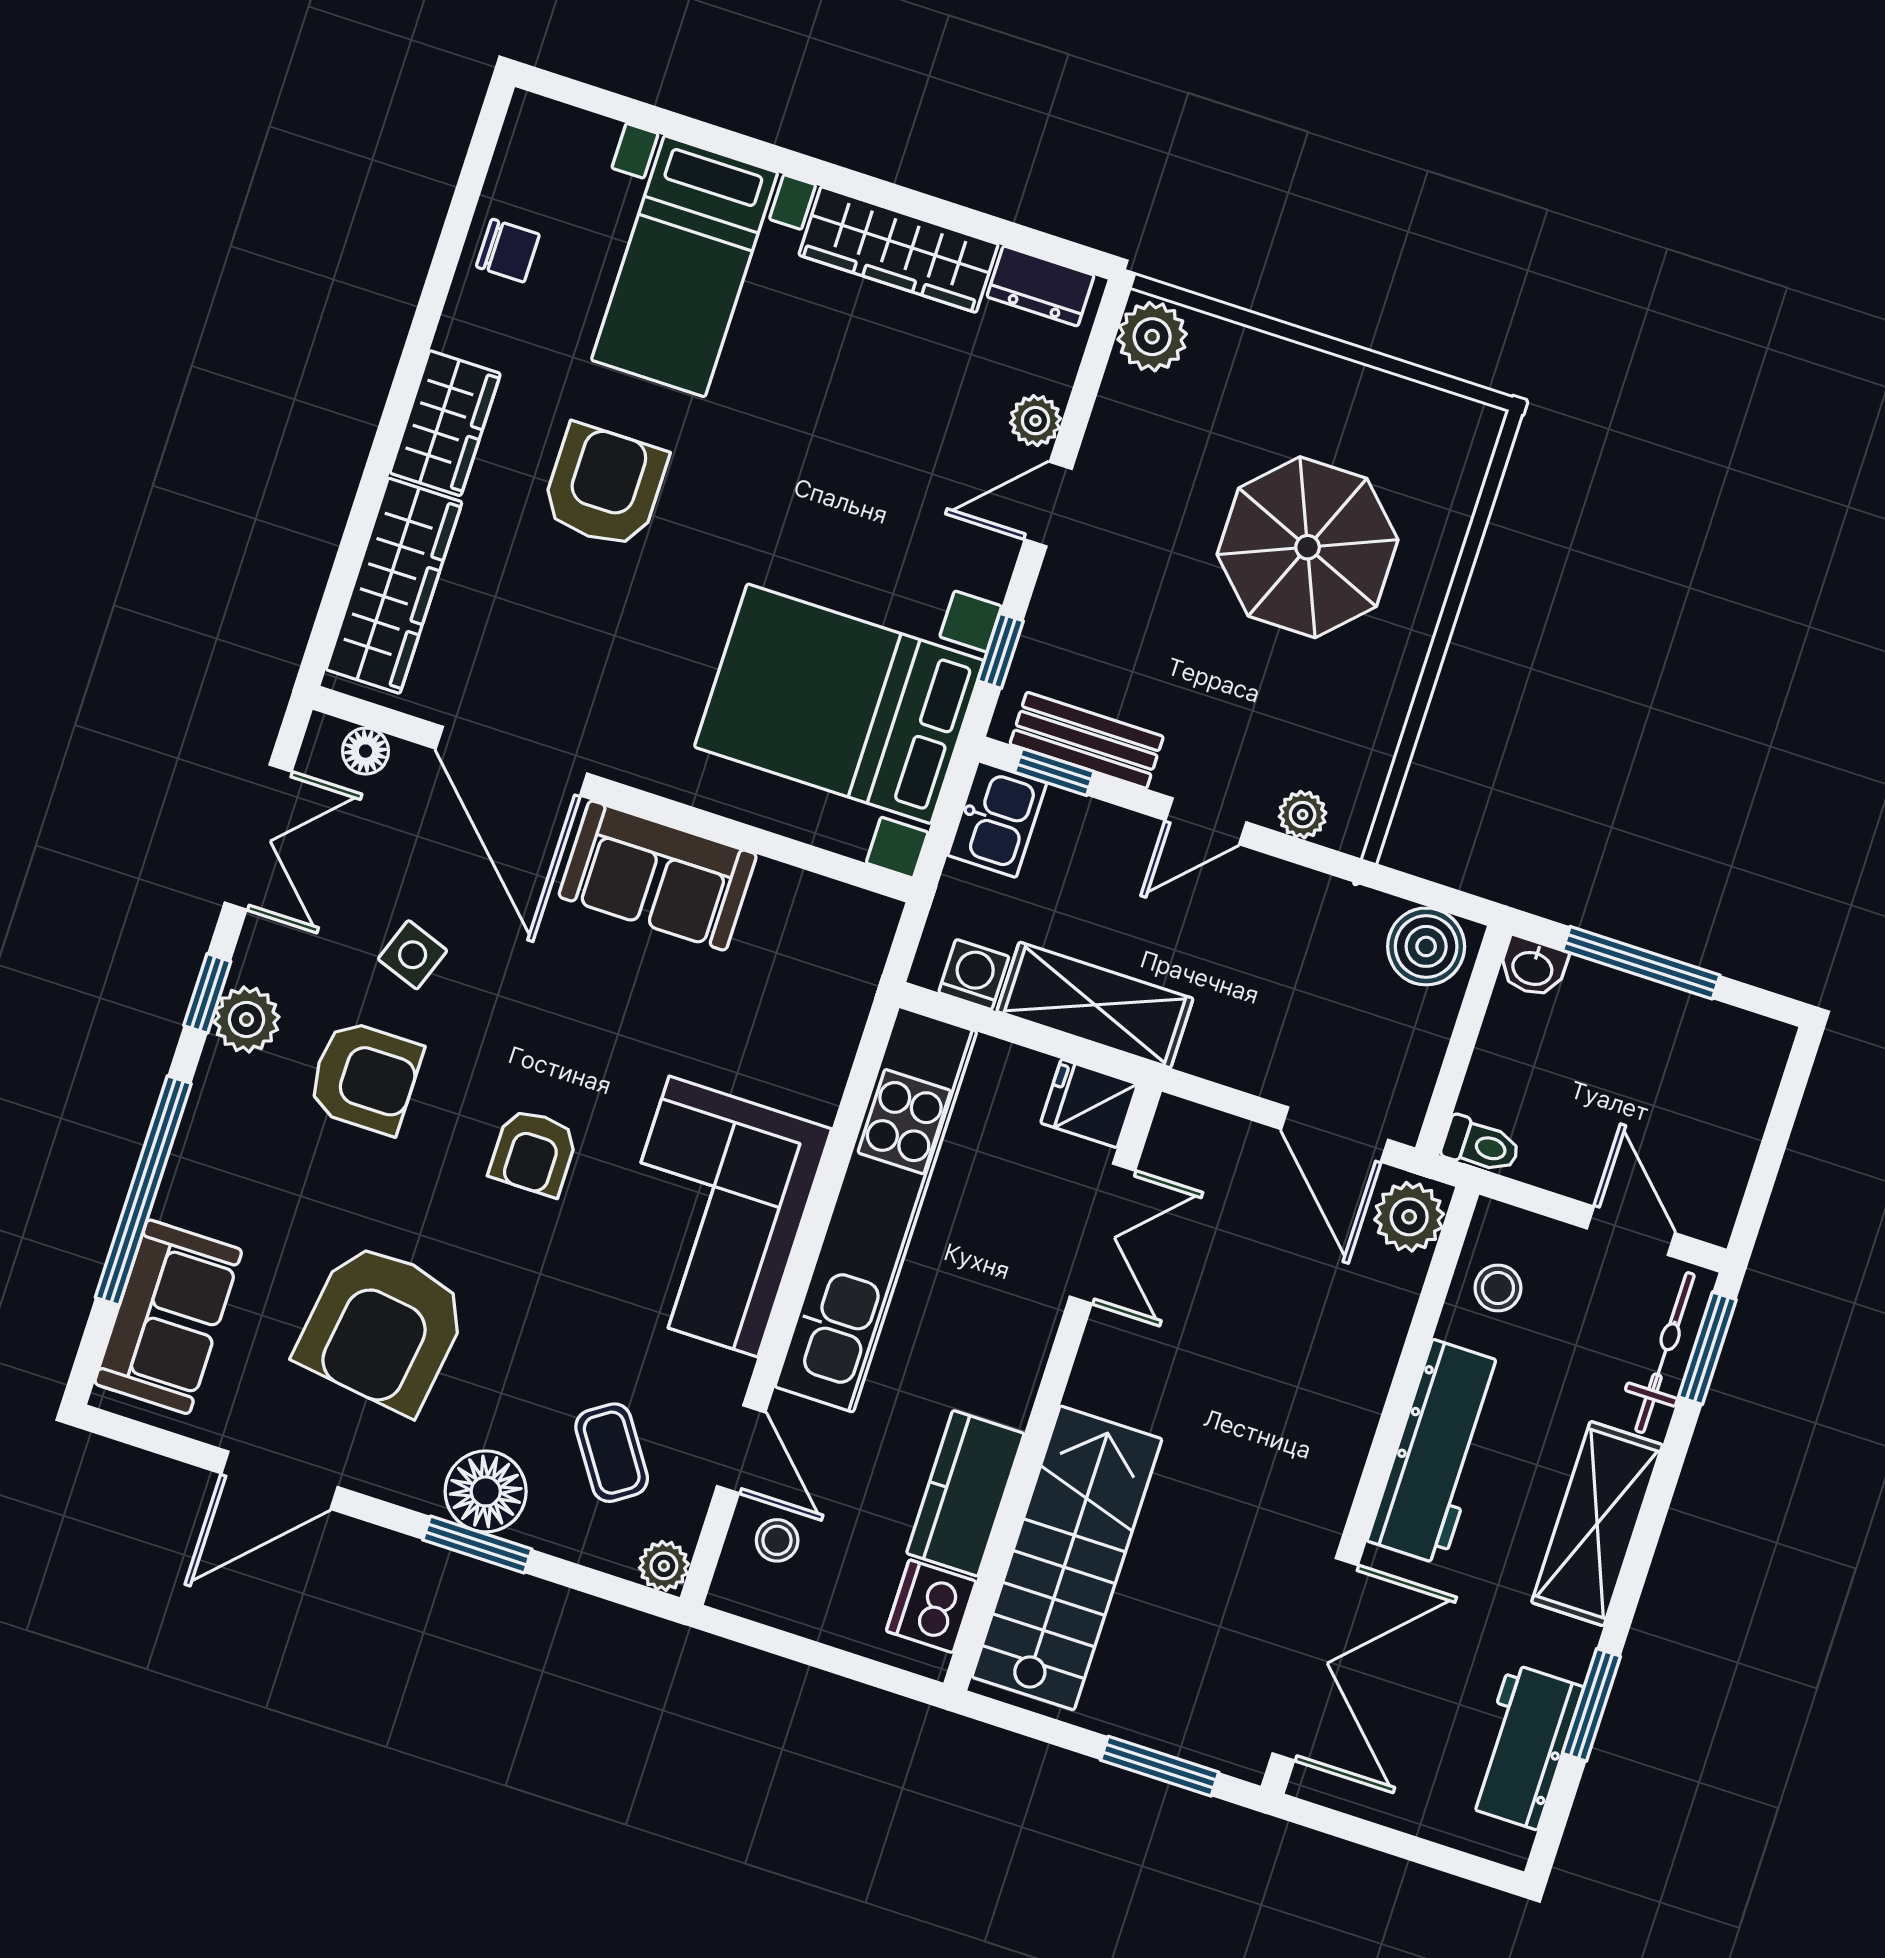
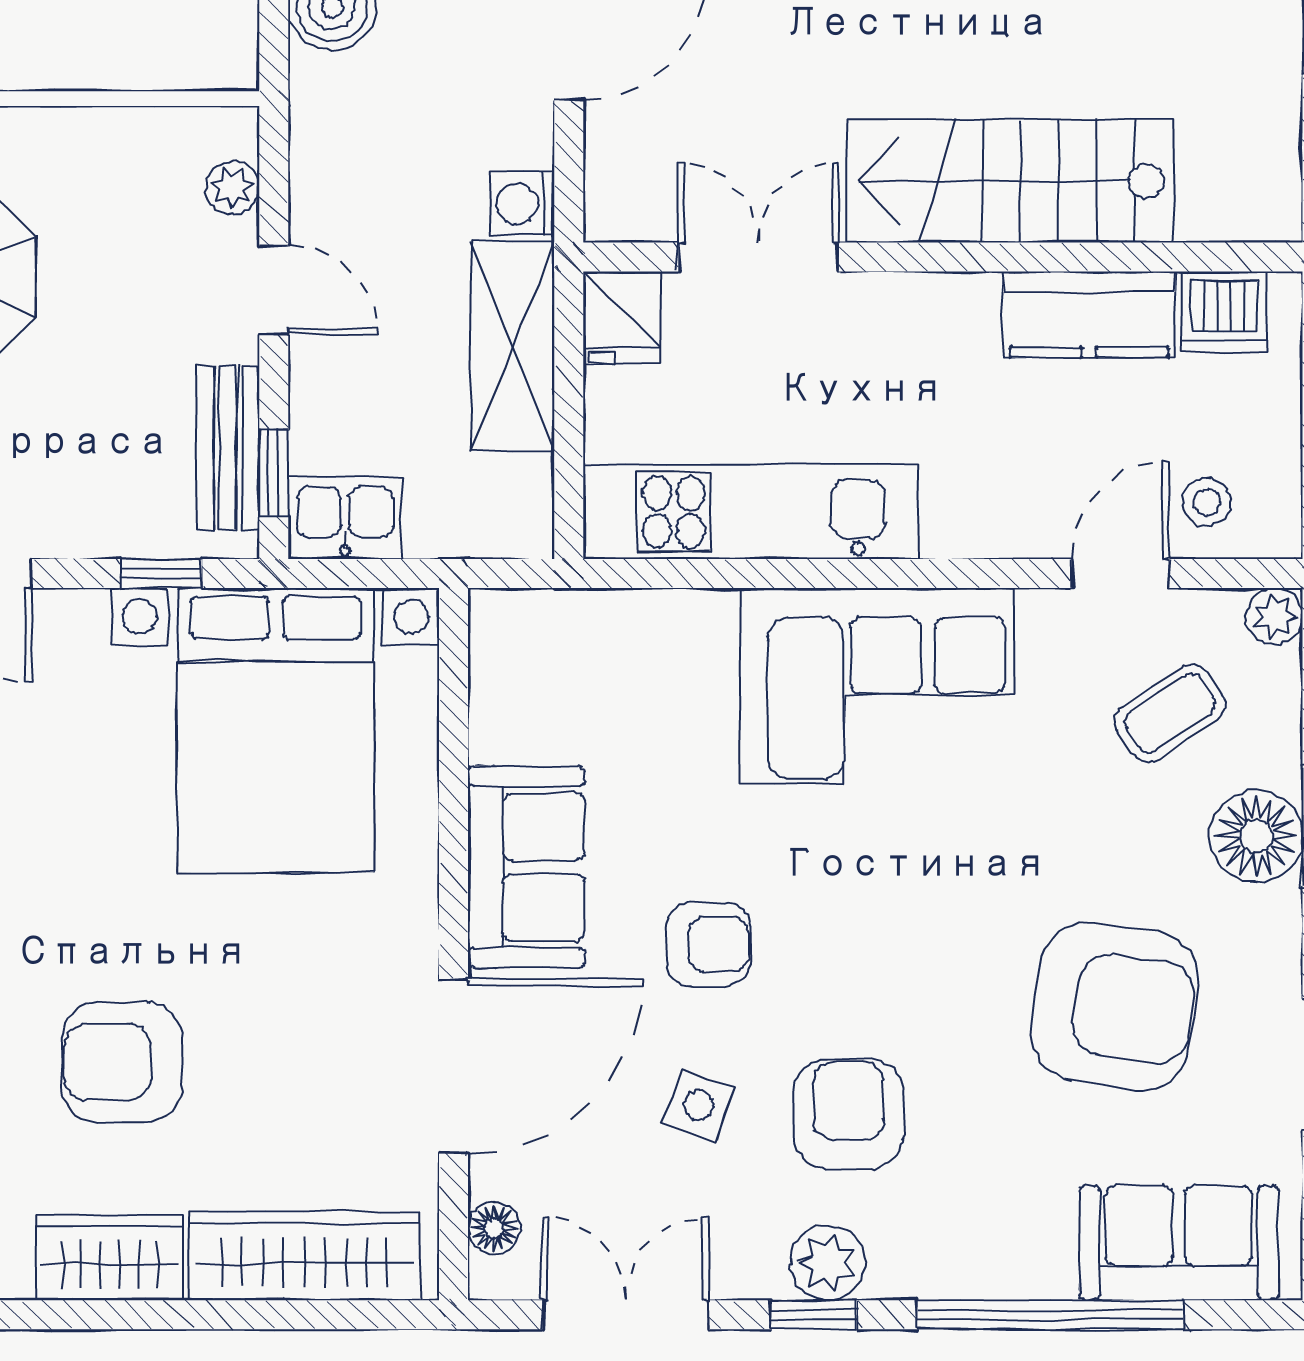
washing machine: (974, 974) -> (522, 203), moved
armchair: (534, 1152) -> (708, 944), moved
kitchen unit: (876, 1209) -> (751, 512), width x0.73
stairs: (1067, 1558) -> (1010, 181), moved

